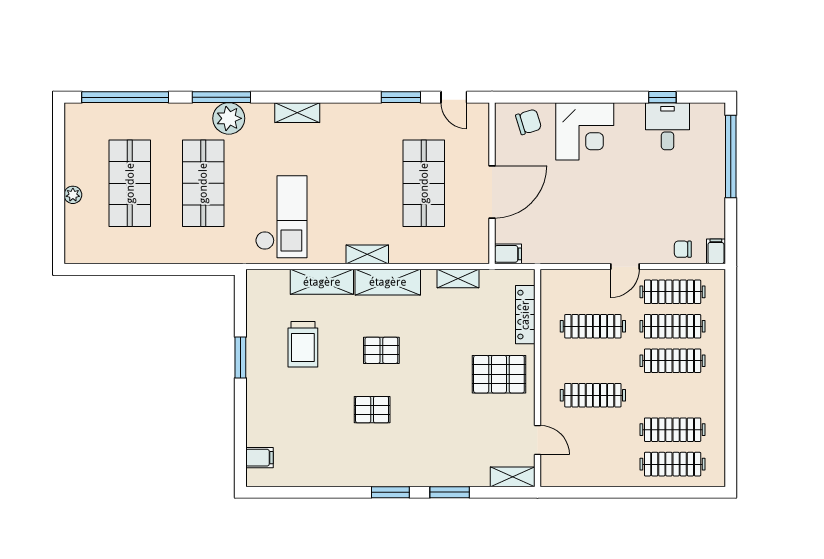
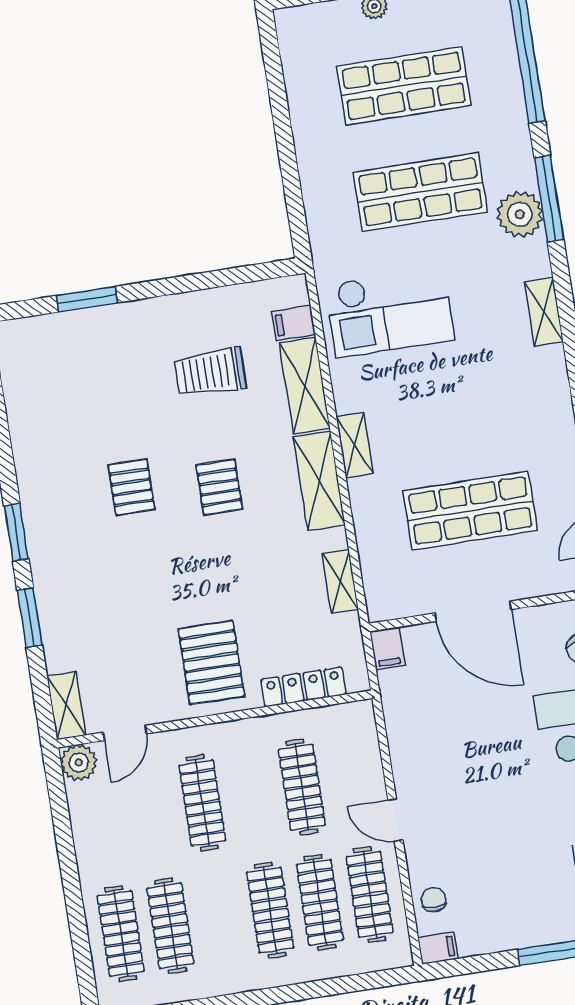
window: (240, 357) -> (87, 299), moved
filing cabinet: (259, 458) -> (294, 323), moved, turned 90
plant: (552, 474) -> (79, 762), added

